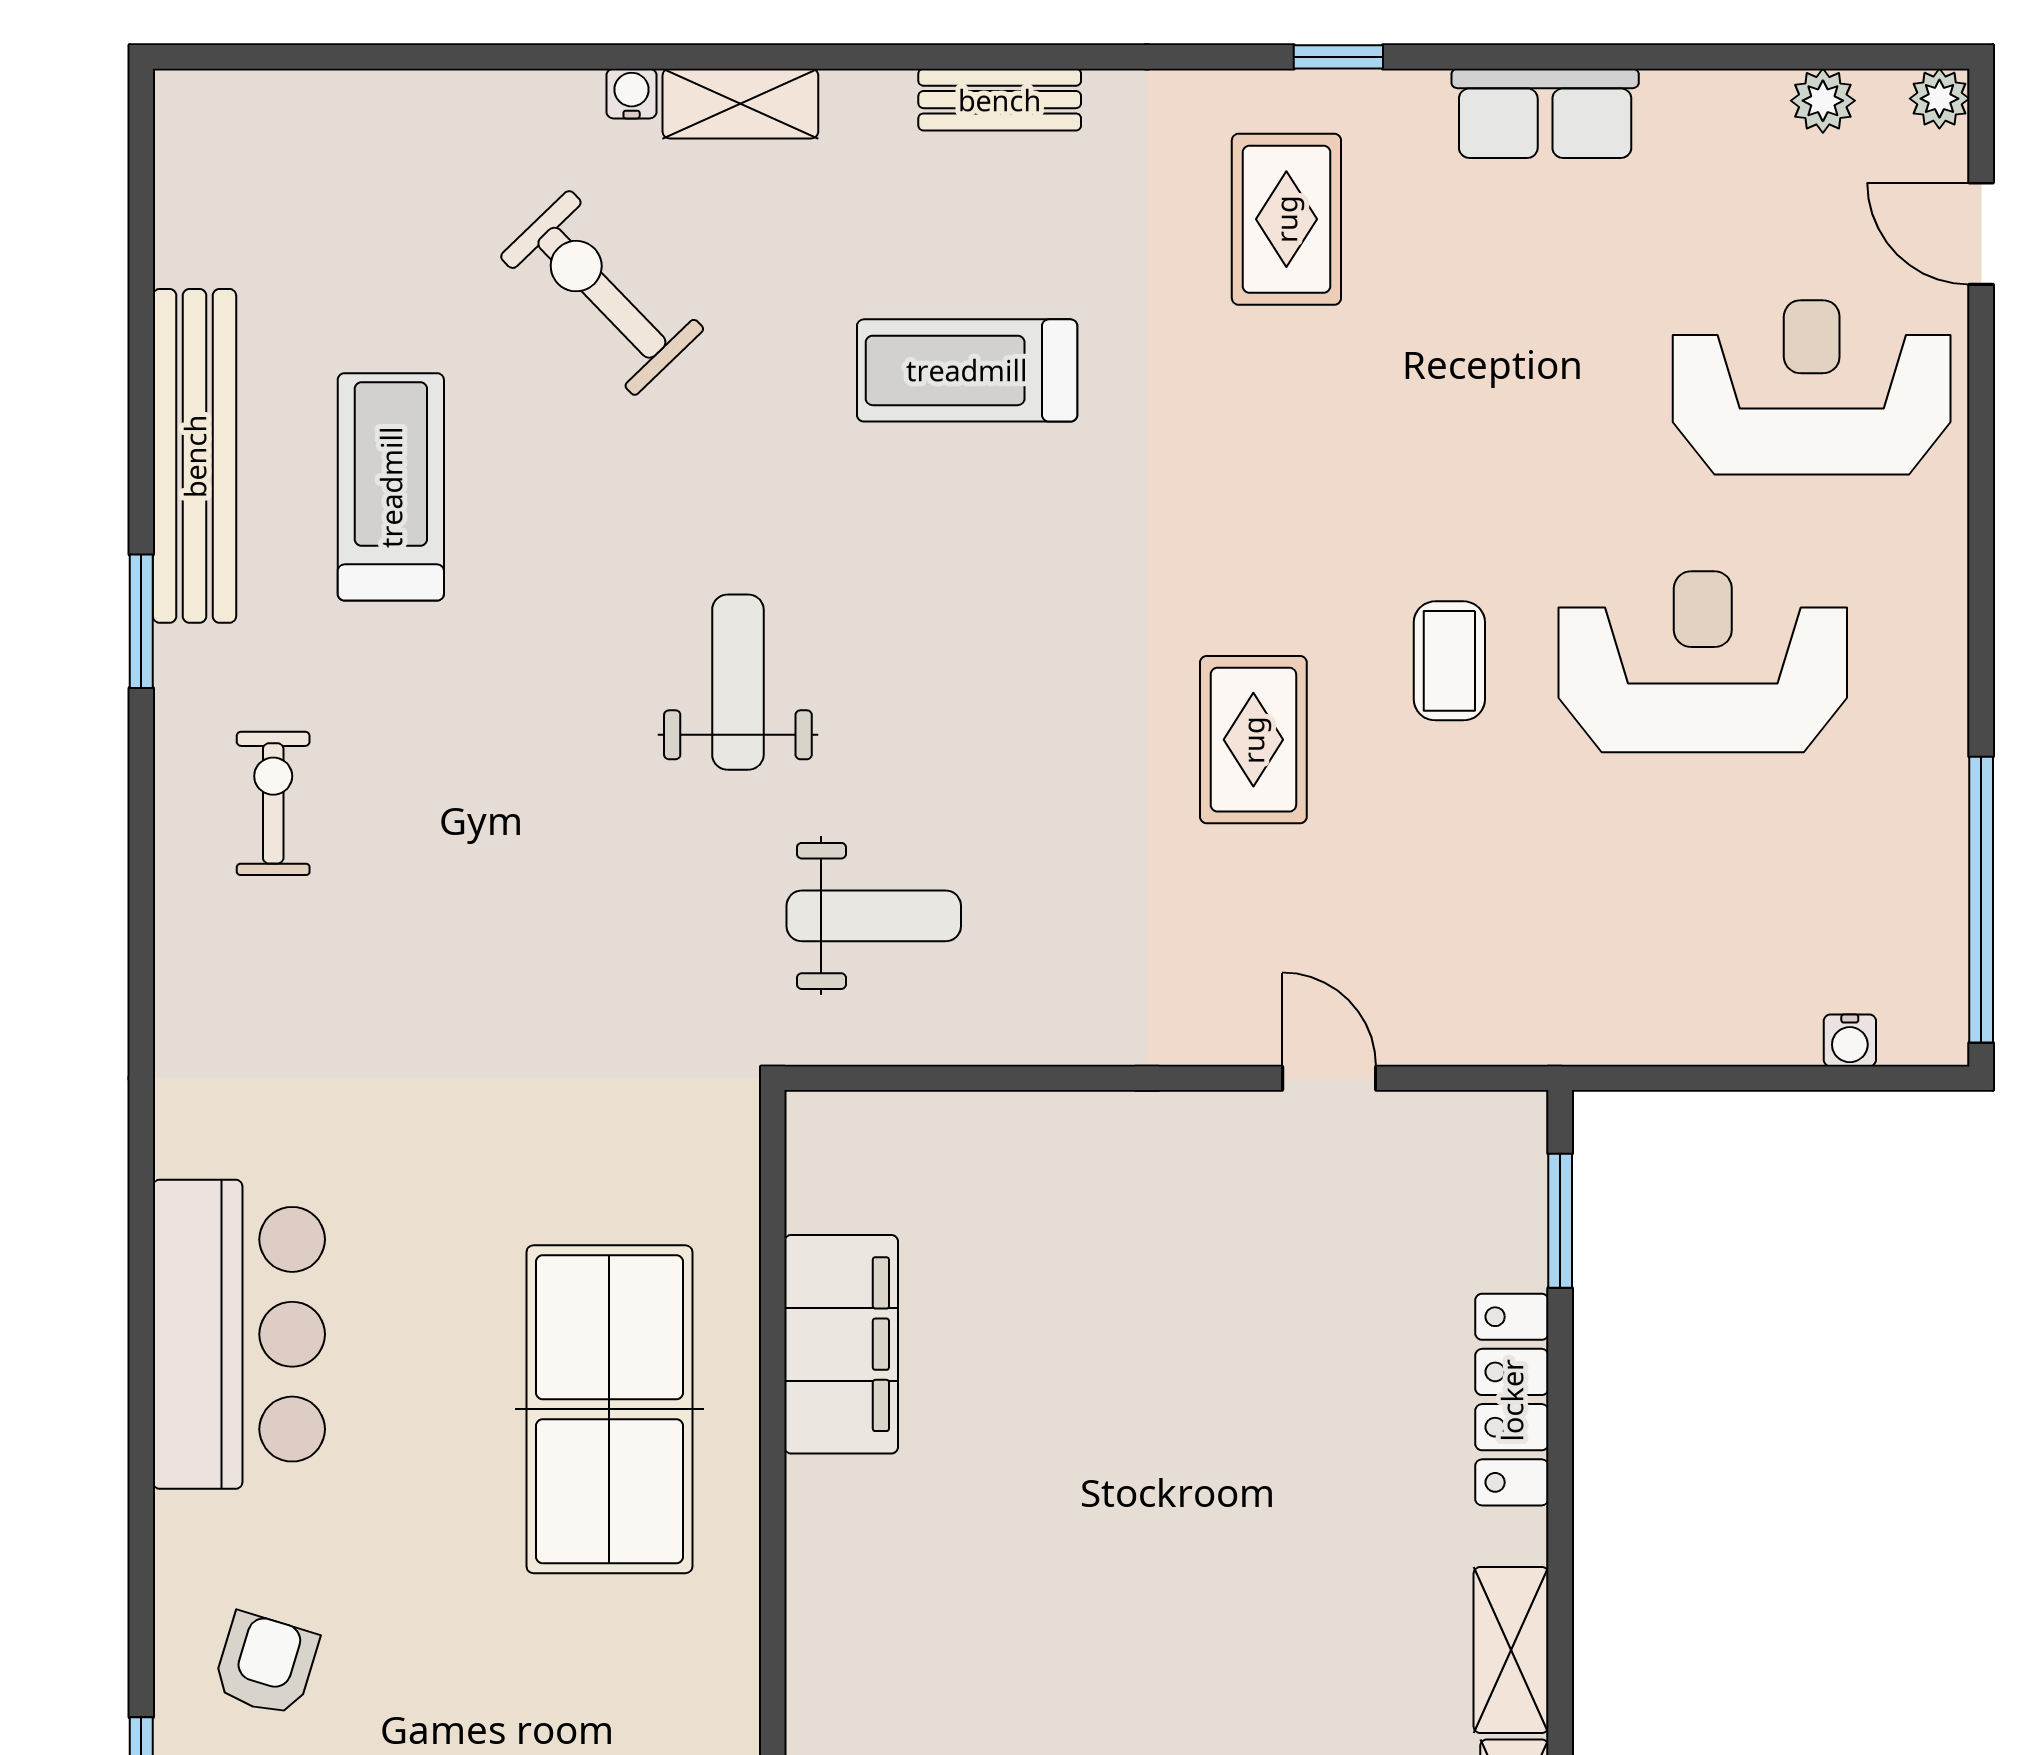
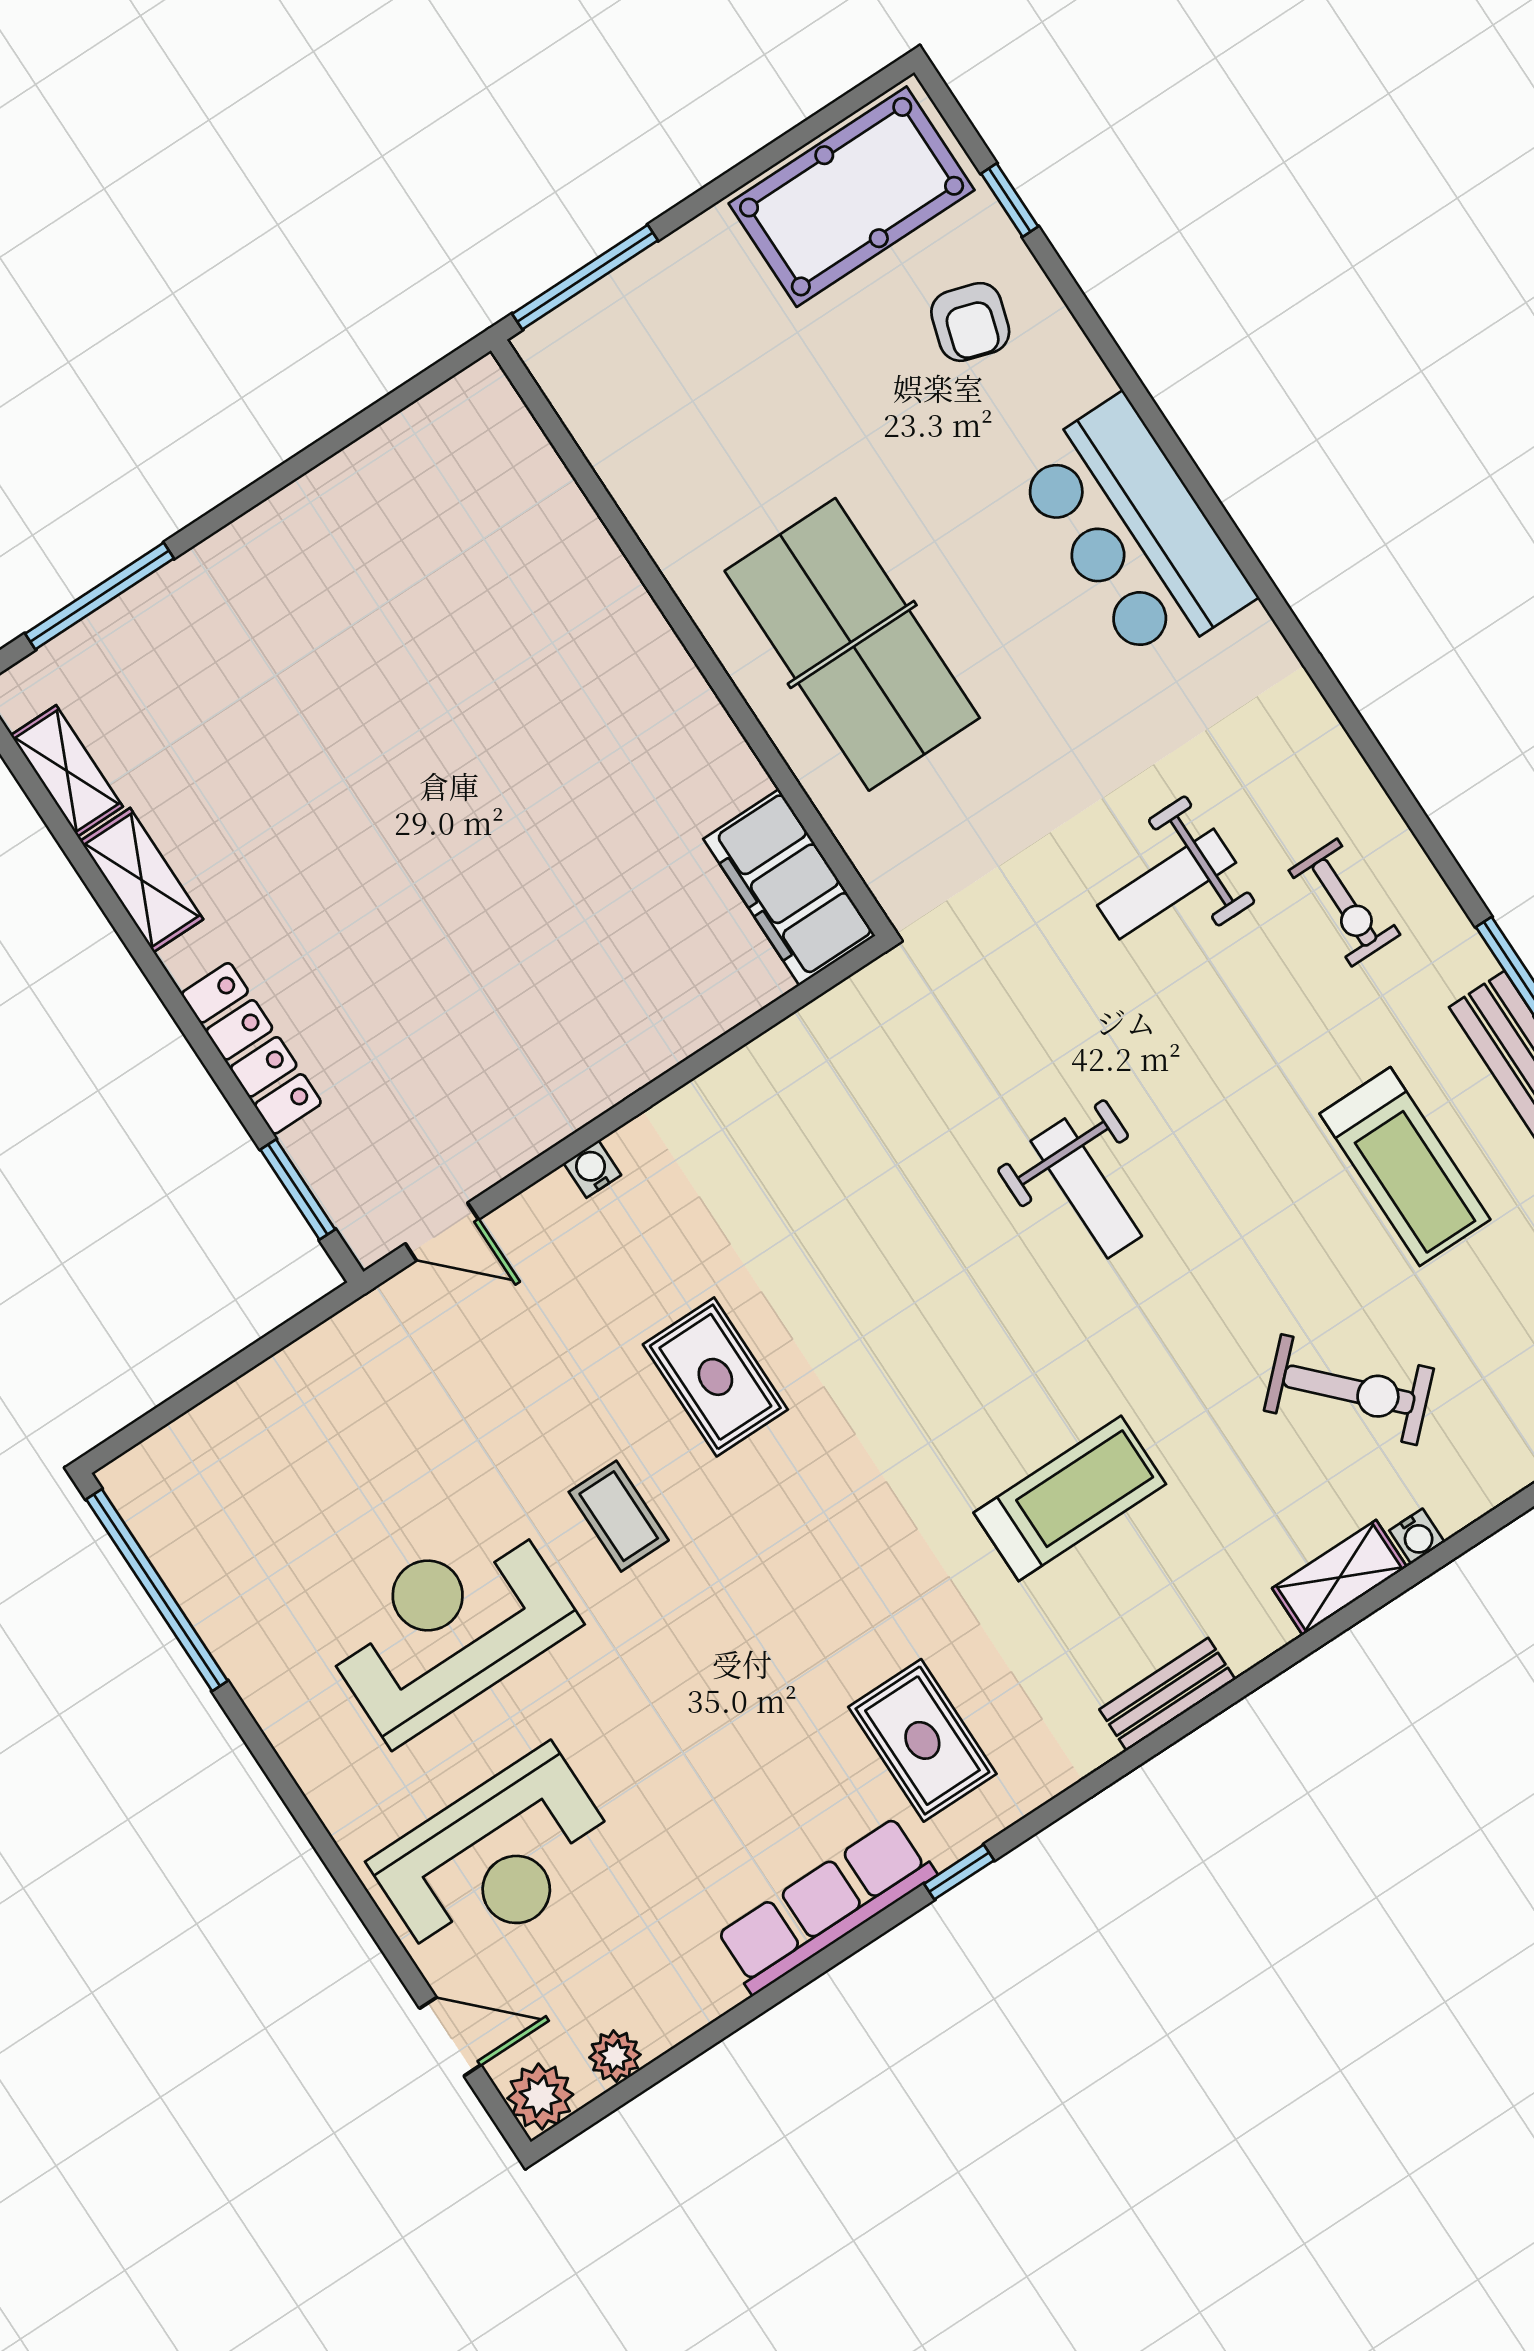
plant: (1939, 99) -> (540, 2096), width x1.38, depth x1.38
row of seats: (1545, 113) -> (826, 1906), width x1.48
reception desk: (1703, 662) -> (448, 1627), turned 180
weight bench: (874, 916) -> (1167, 884), moved
water cooler: (1850, 1040) -> (592, 1169), moved
door: (1329, 1078) -> (442, 1232), moved
filing cabinet: (841, 1344) -> (789, 887), moved

